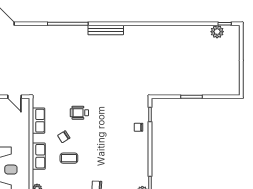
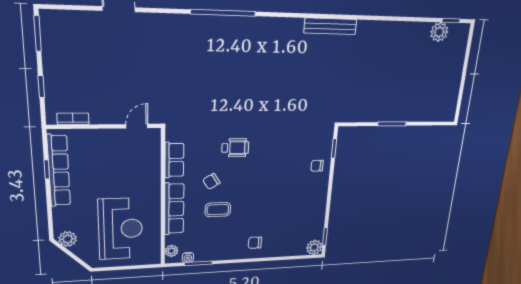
bench: (106, 30) -> (330, 26), moved
door: (14, 97) -> (137, 126), swing flipped
wheelchair: (79, 113) -> (235, 148), turned 180
row of seats: (39, 156) -> (174, 209), width x1.48

